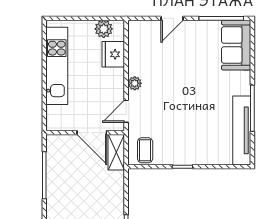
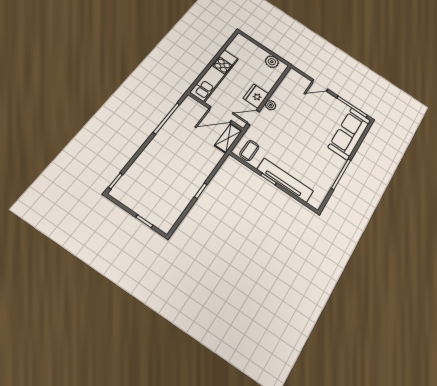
sofa: (236, 45) -> (350, 134), width x1.36
fridge: (113, 54) -> (256, 96), moved
kitchen unit: (57, 66) -> (215, 75), moved
tv unit: (242, 130) -> (285, 180), moved, turned 90
door: (92, 133) -> (220, 115), hinge flipped

